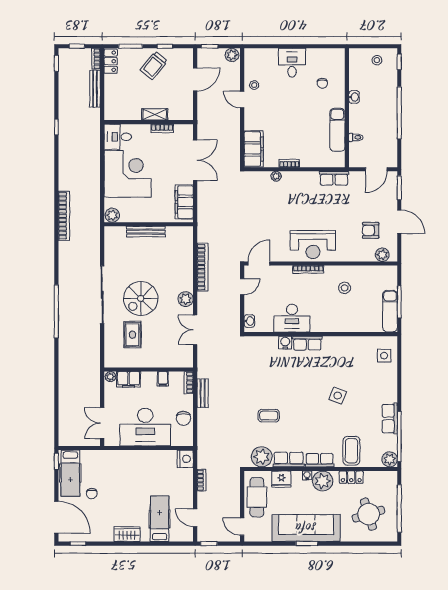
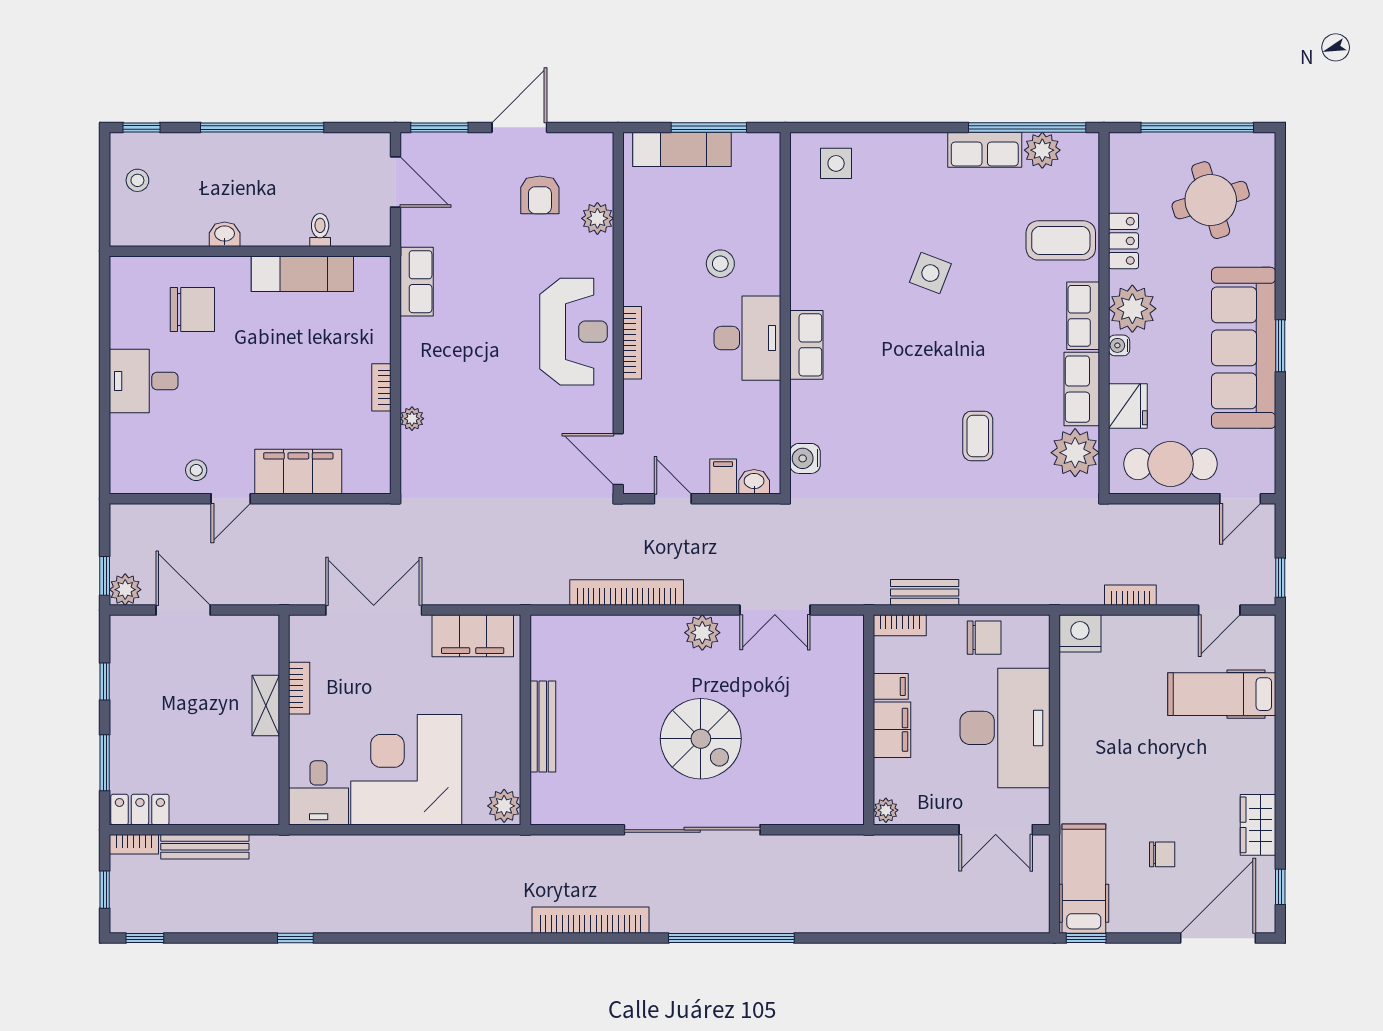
plant: (232, 55) -> (125, 590), moved
trolley: (154, 65) -> (150, 707), removed
chair: (322, 83) -> (192, 310), width x1.87, depth x1.87
filing cabinet: (254, 149) -> (298, 472), moved
bookcase: (64, 216) -> (591, 920), moved
plant: (382, 255) -> (597, 218), moved
stool: (345, 288) -> (720, 264), moved
filing cabinet: (252, 308) -> (723, 476), added
exam couch: (390, 311) -> (682, 149), moved
desk: (292, 318) -> (747, 338), moved
rug: (132, 335) -> (786, 758), removed
water cooler: (285, 343) -> (805, 458), moved
filing cabinet: (129, 379) -> (892, 730), moved
plant: (390, 459) -> (1042, 150), moved
hospital bed: (70, 473) -> (1084, 879), moved, turned -90
wardrobe: (127, 534) -> (1258, 825), moved

